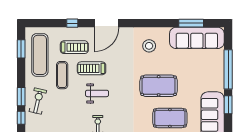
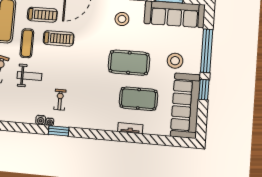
treadmill: (92, 68) -> (58, 38), turned 180
stool: (200, 81) -> (175, 61), added
weight bench: (97, 93) -> (29, 76), moved

